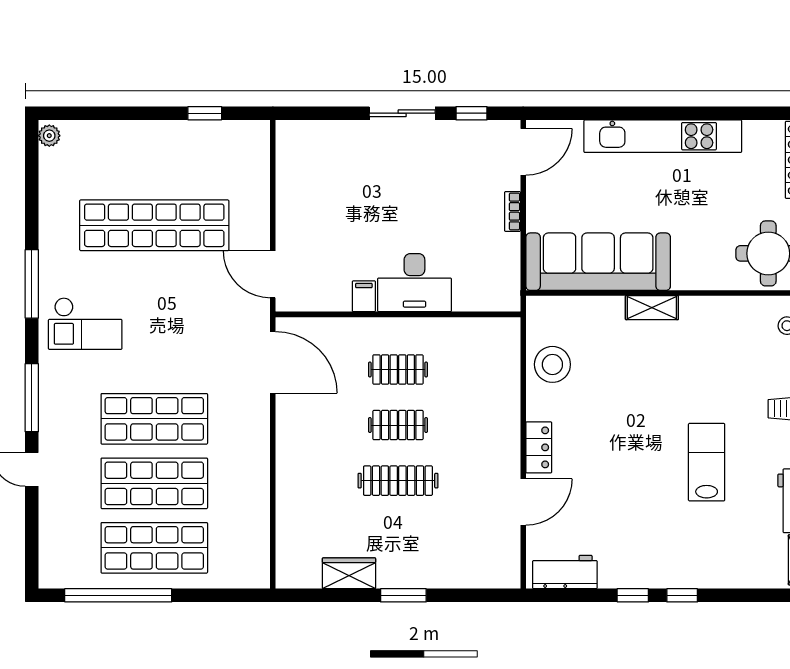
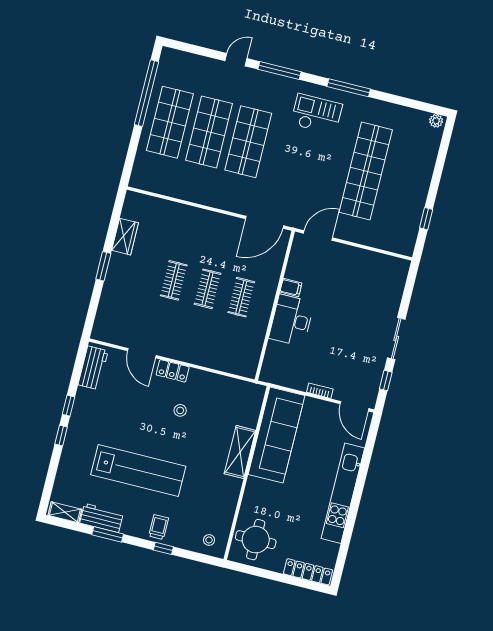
shelving: (652, 308) -> (240, 452), width x1.50, depth x1.33
checkout: (85, 323) -> (317, 114), turned 90
stool: (552, 364) -> (180, 410), moved, width x0.53, depth x0.53
lab bench: (707, 462) -> (138, 471), width x1.86, depth x1.39
clothes rail: (398, 481) -> (174, 280), width x0.73

